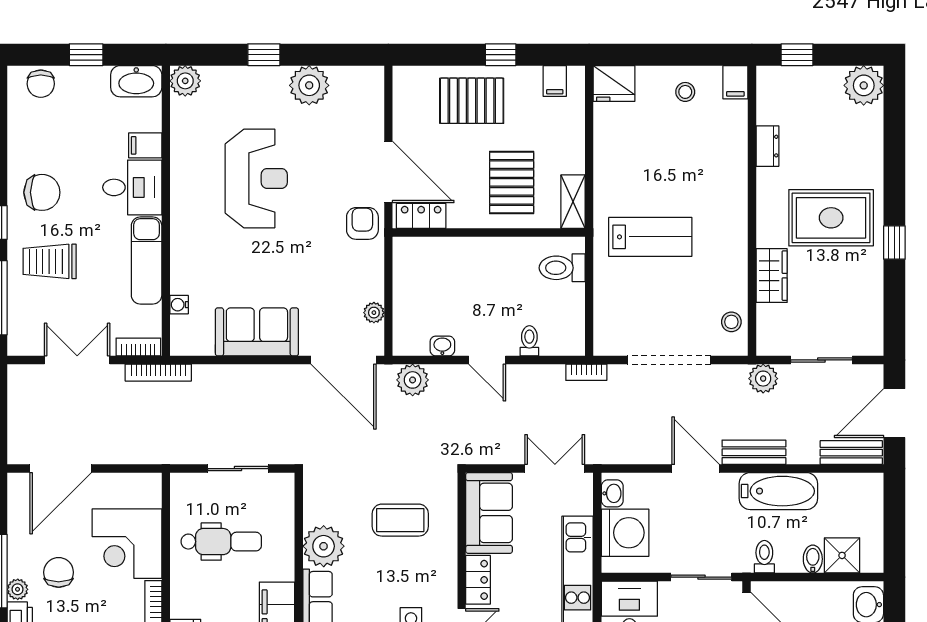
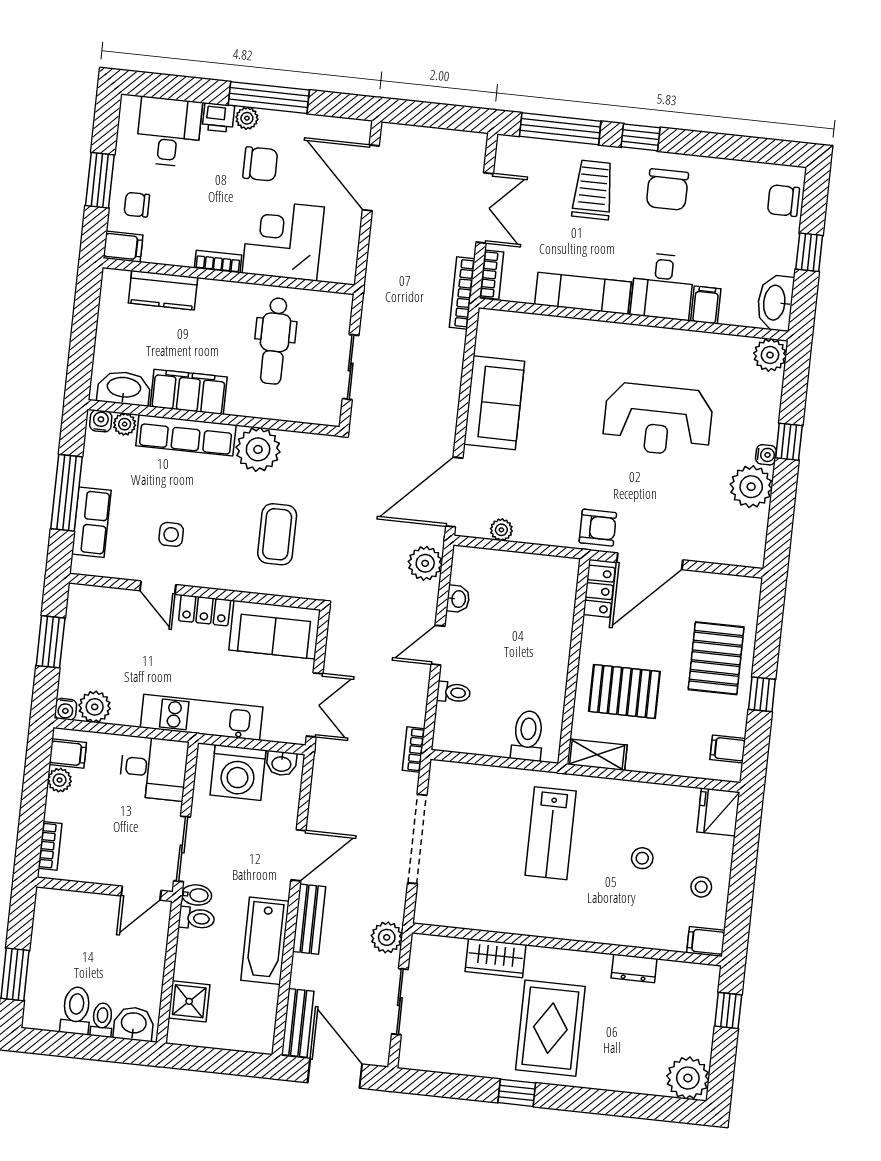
water cooler: (179, 305) -> (766, 455), moved, turned 90
stool: (731, 322) -> (642, 858), moved
bidet: (813, 559) -> (197, 895), moved

